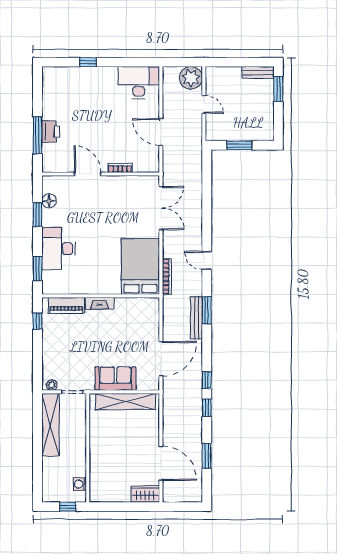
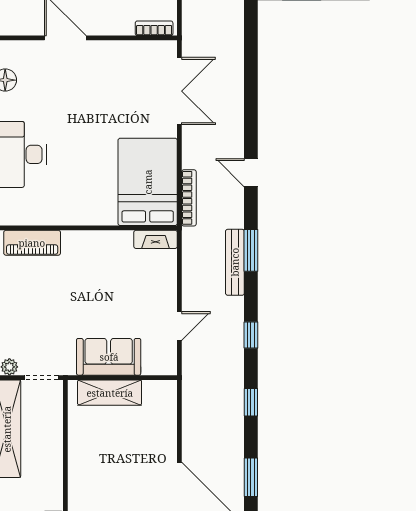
bookcase: (120, 168) -> (154, 28), moved
fireplace: (99, 303) -> (156, 239), moved
door: (161, 359) -> (179, 326), width x0.53
window: (207, 380) -> (251, 335), moved
shelving: (126, 402) -> (110, 393), width x0.68

